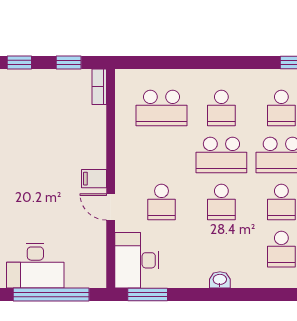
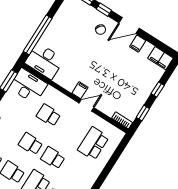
school desk: (221, 108) -> (75, 172), removed
school desk: (221, 155) -> (53, 158), width x0.54
door: (111, 207) -> (86, 105), moved
desk: (35, 266) -> (44, 61), moved, turned -90

